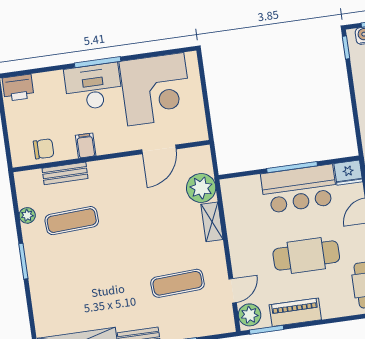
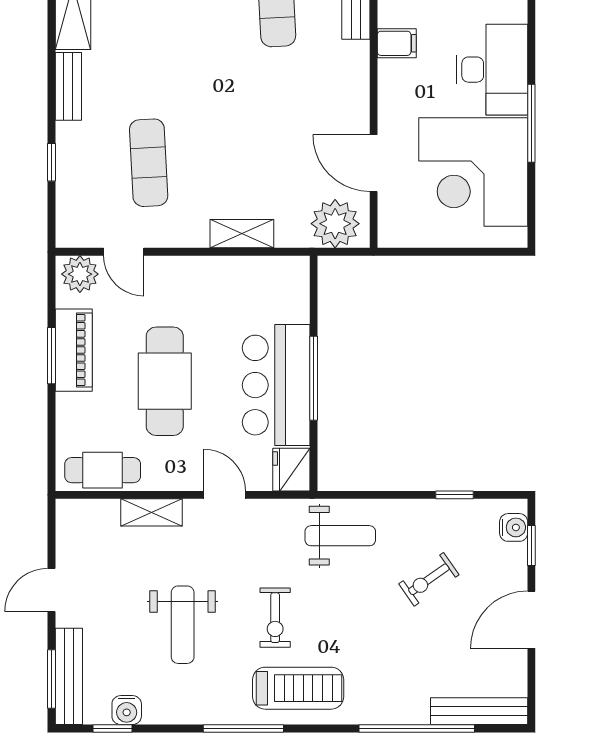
window: (346, 48) -> (454, 495), moved
window: (98, 62) -> (531, 123), moved
plant: (201, 188) -> (335, 224), moved
window: (267, 330) -> (52, 356), moved

